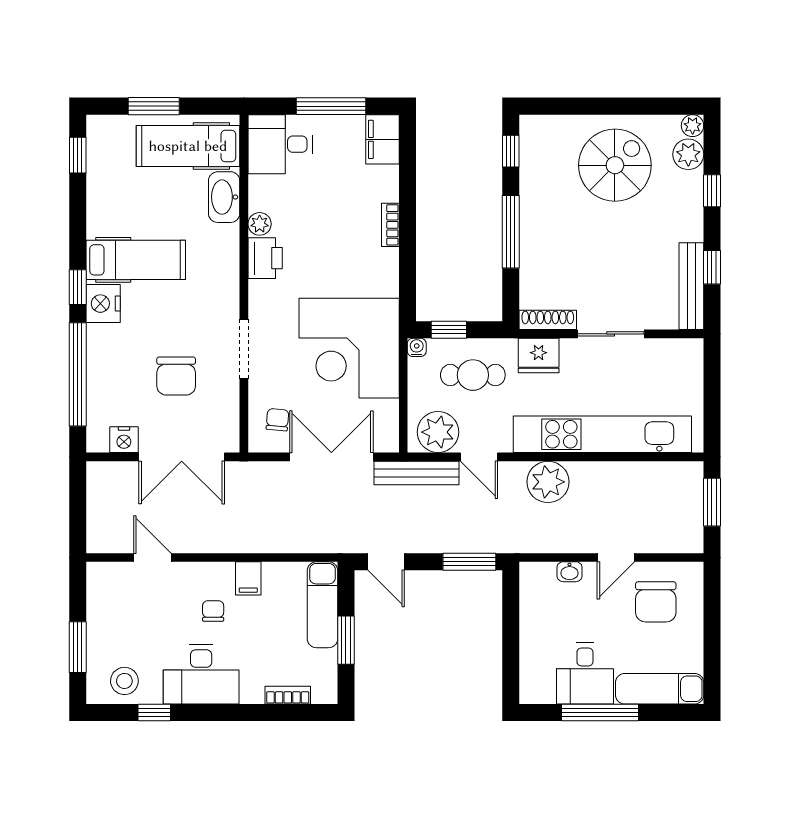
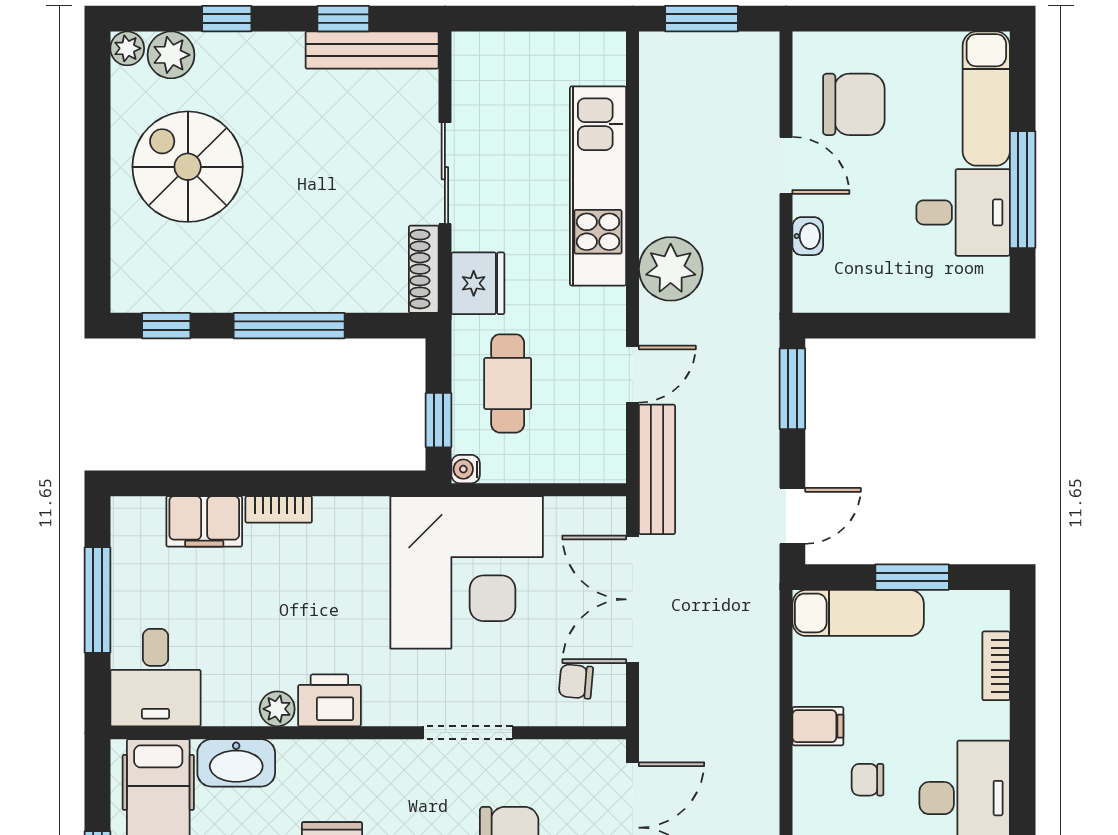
filing cabinet: (382, 139) -> (204, 521), moved
plant: (438, 432) -> (595, 437), removed
kitchen unit: (602, 434) -> (598, 186), width x0.73

